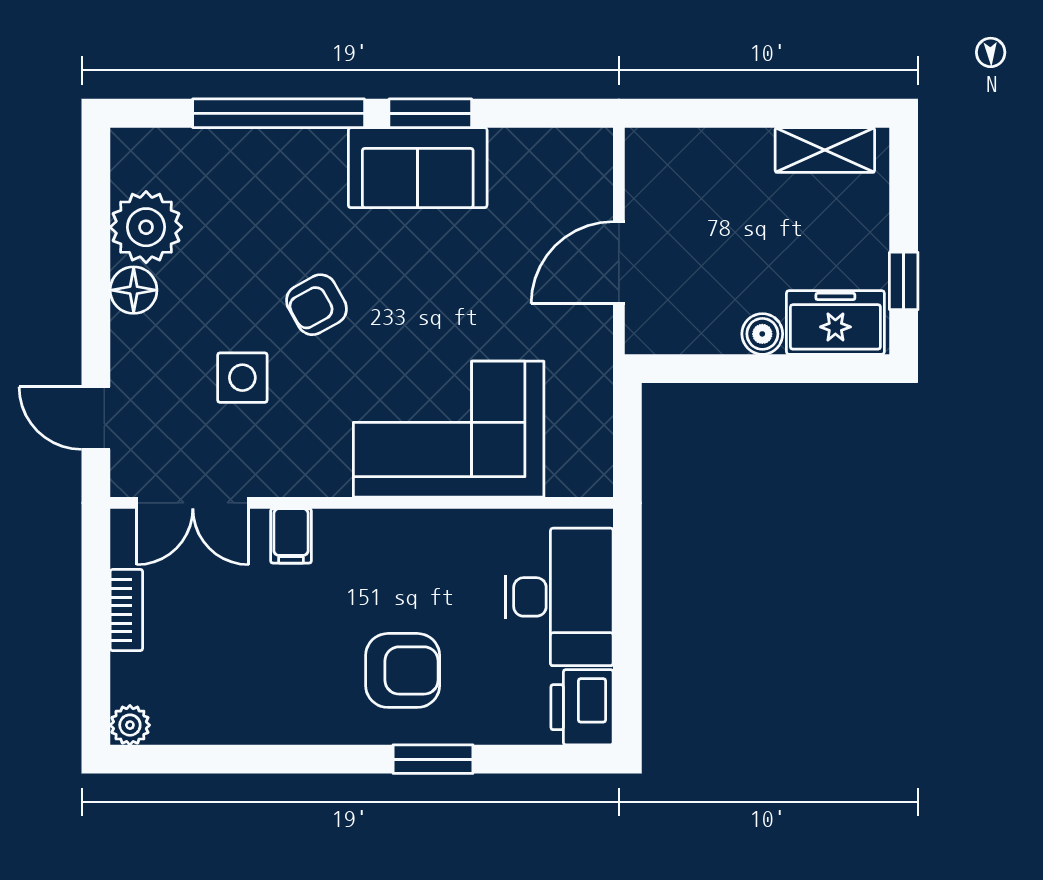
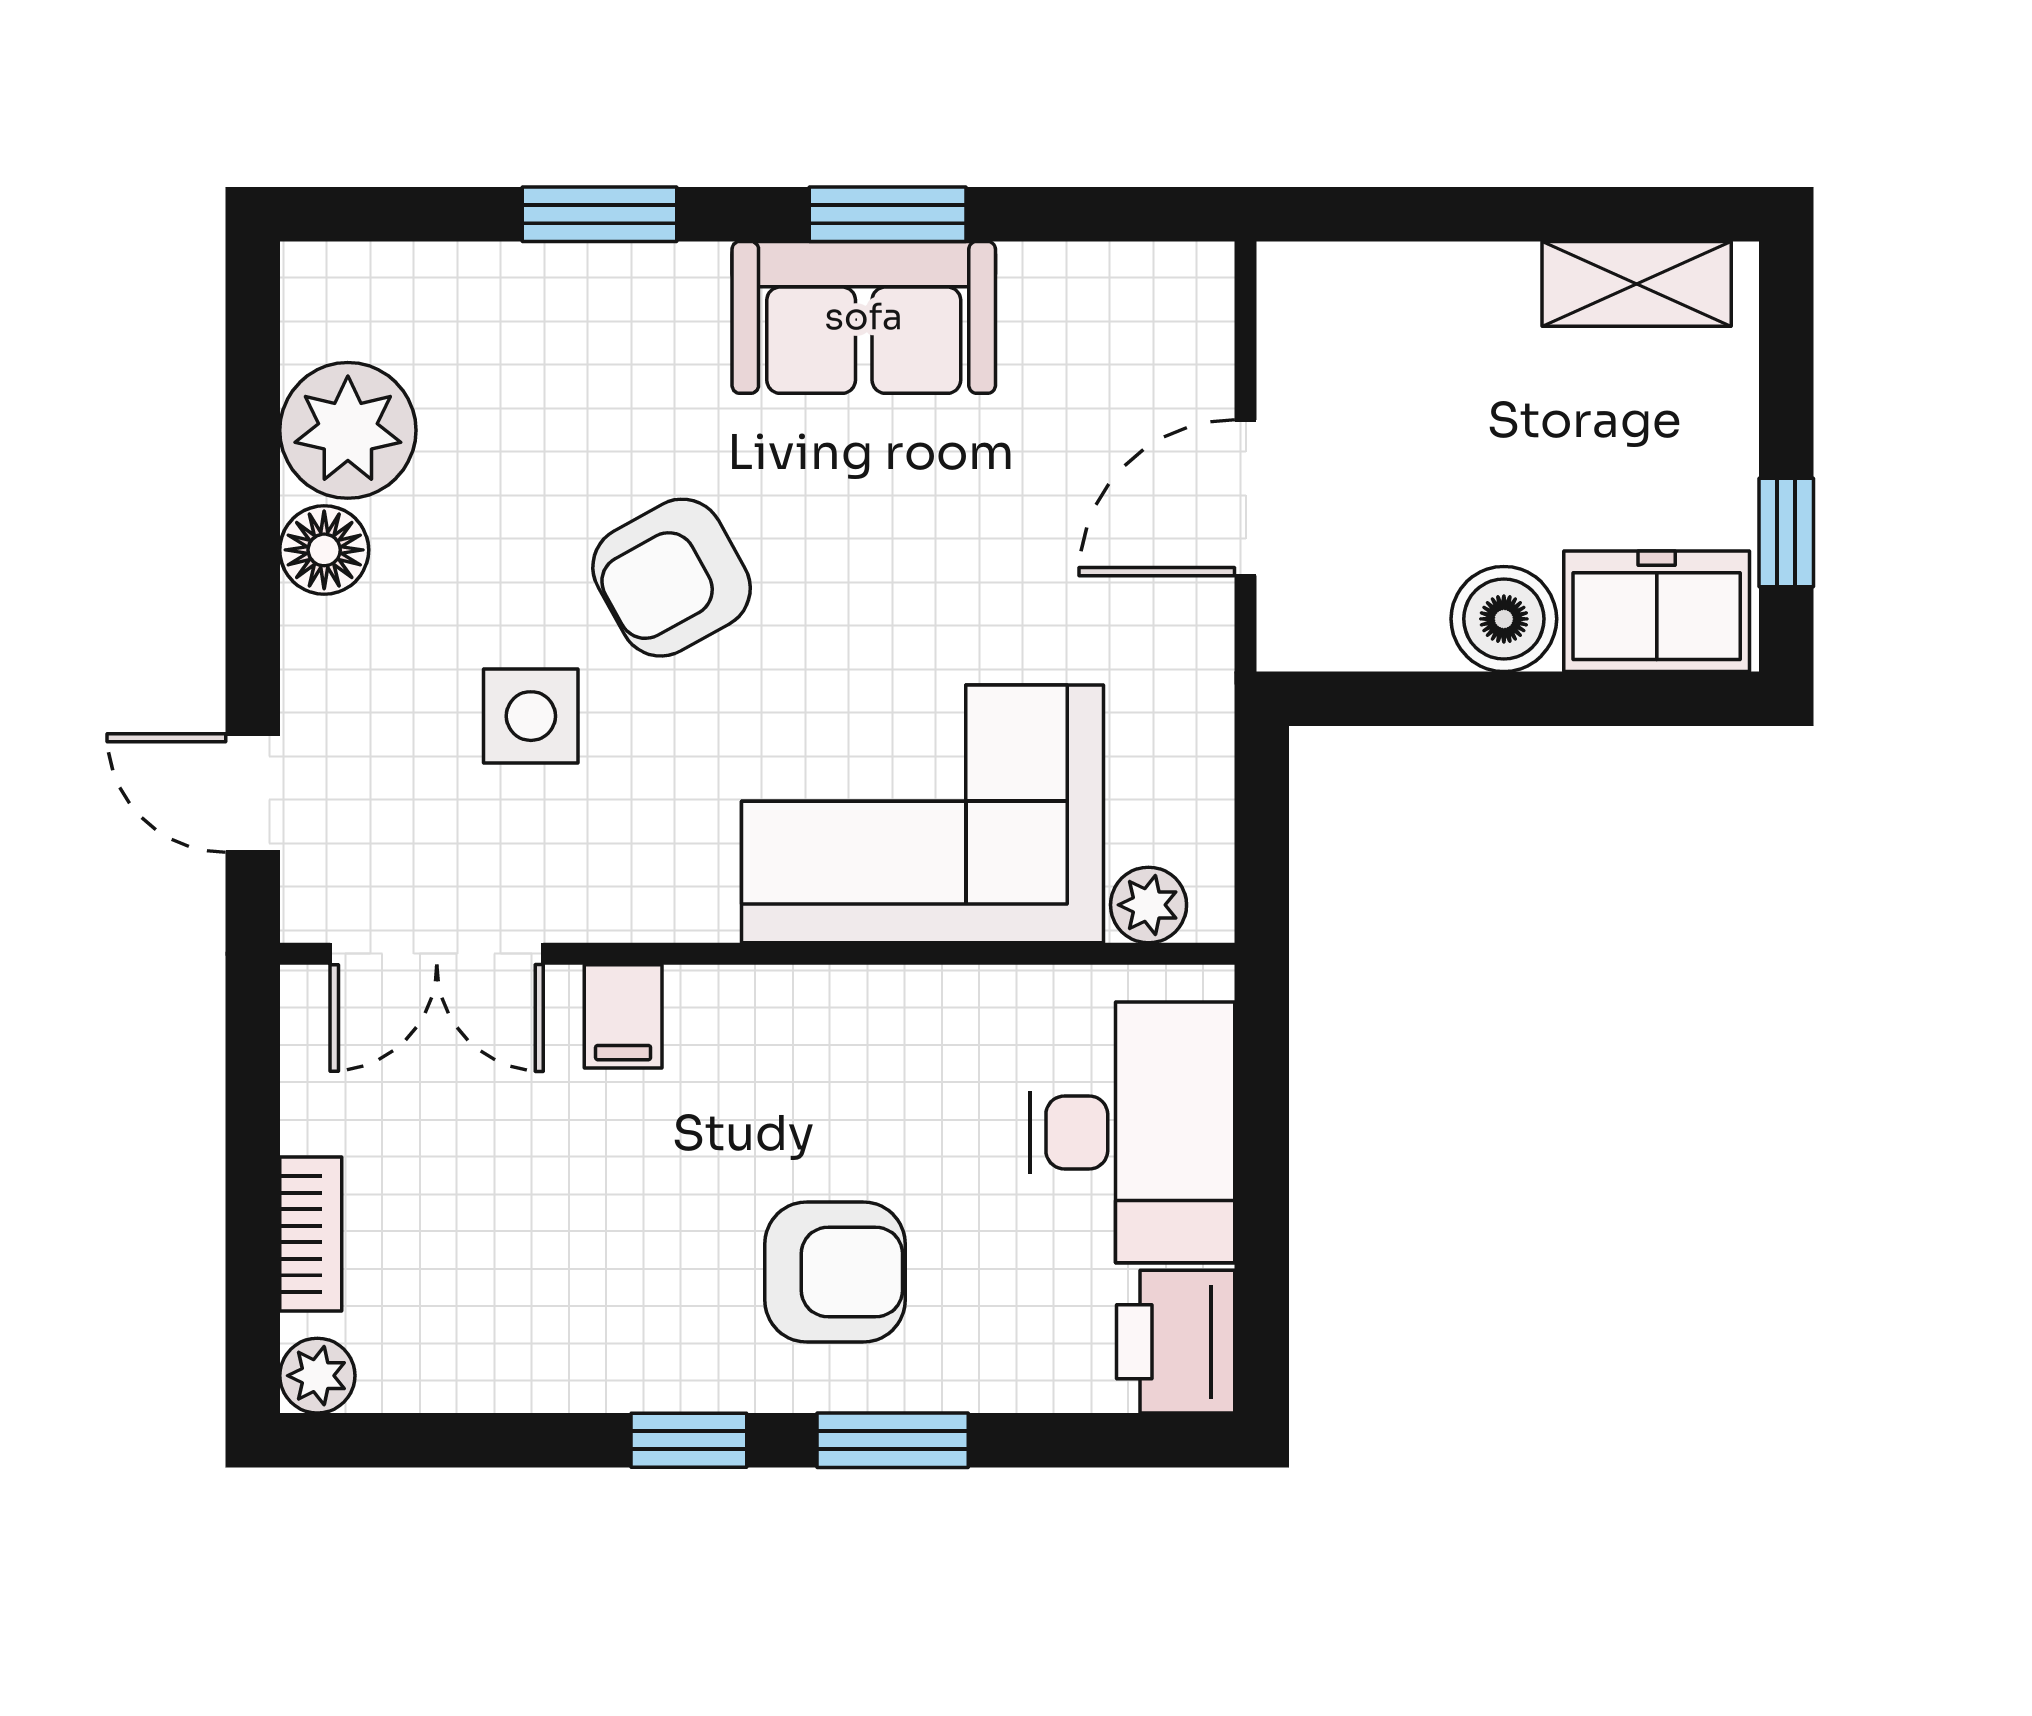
window: (279, 113) -> (600, 214), width x0.47
armchair: (316, 305) -> (672, 578), width x1.38, depth x1.38
boiler: (762, 334) -> (1504, 619), width x1.36, depth x1.36
plant: (568, 477) -> (1149, 905), added
bookcase: (126, 610) -> (311, 1234), moved
window: (326, 759) -> (689, 1440), added

